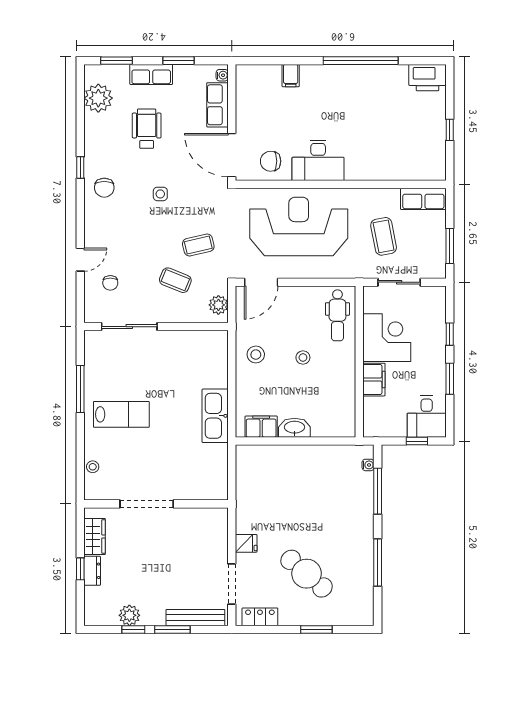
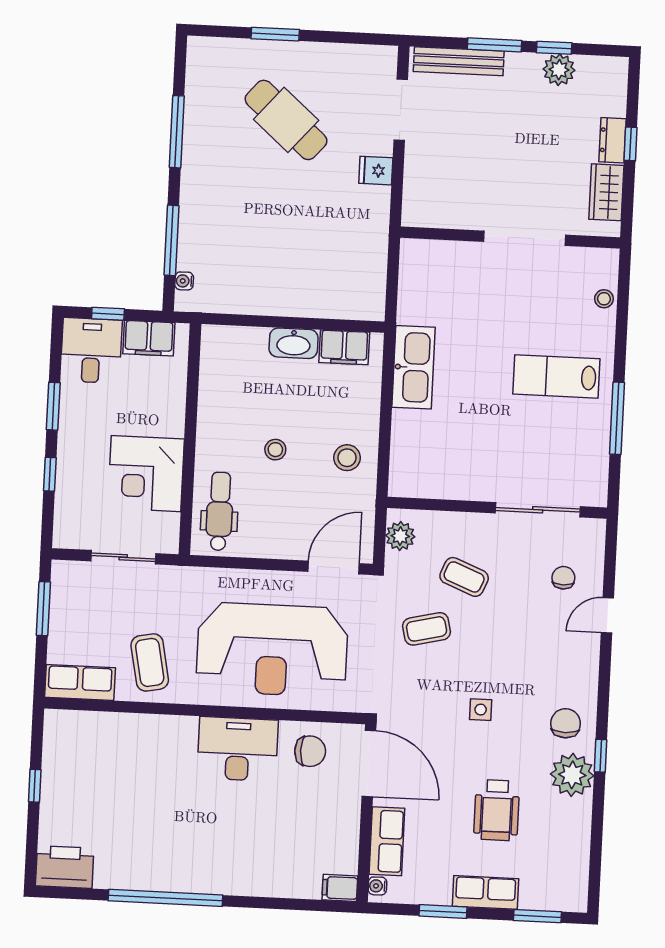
filing cabinet: (291, 76) -> (340, 888), moved, turned -90
plant: (98, 98) -> (572, 775), moved
coffee table: (384, 236) -> (150, 662), moved
filing cabinet: (374, 380) -> (149, 338), moved, turned -90
locker: (260, 617) -> (360, 58), removed

